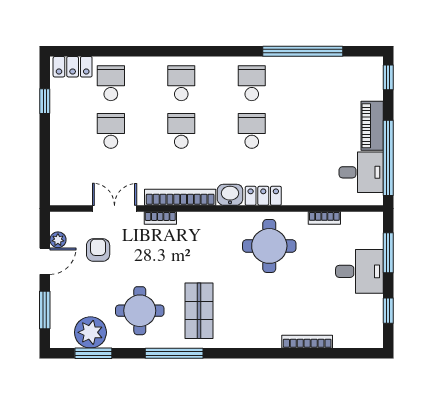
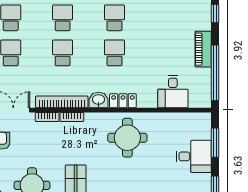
desk: (361, 172) -> (173, 92), moved, turned 90
bookcase: (324, 218) -> (72, 117), moved

